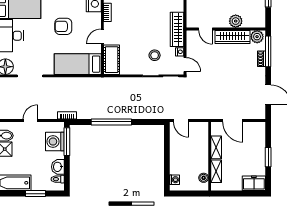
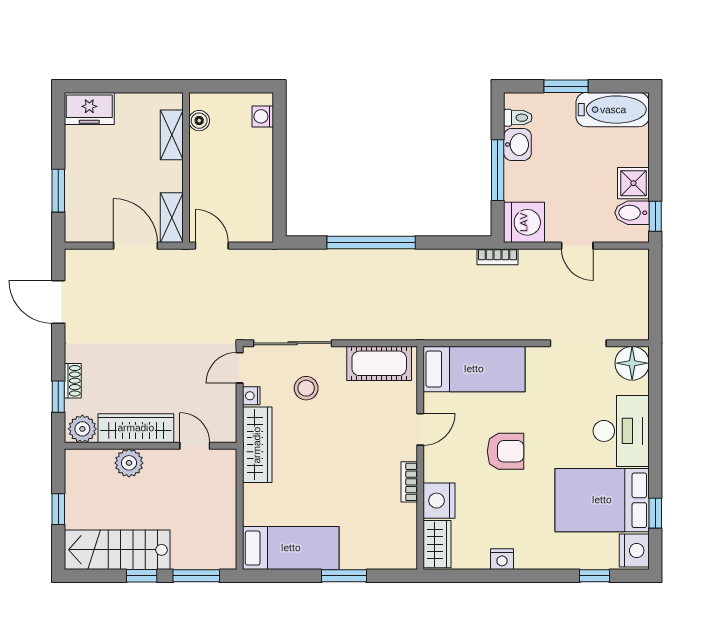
window: (268, 51) -> (58, 397), width x0.46
cot: (112, 60) -> (379, 363), moved, turned 90
door: (185, 65) -> (240, 368), hinge flipped
door: (30, 121) -> (577, 246), hinge flipped
door: (181, 121) -> (212, 246), moved
window: (111, 122) -> (371, 242), moved
washing machine: (55, 142) -> (524, 222), moved
window: (67, 142) -> (498, 170), moved
shelving: (216, 147) -> (172, 218), moved
window: (268, 157) -> (58, 191), moved

